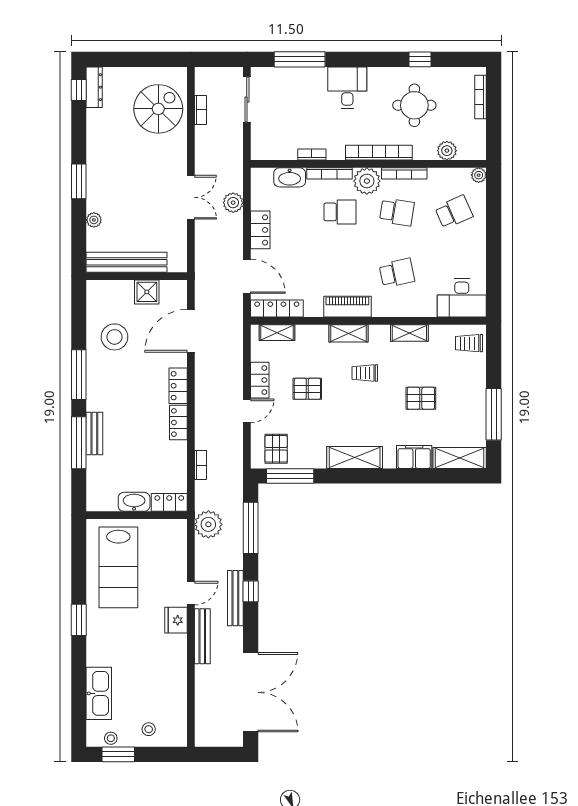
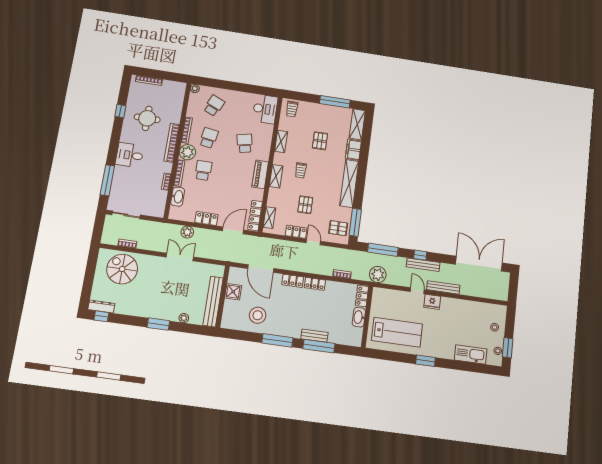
plant: (447, 151) -> (177, 104), removed
school desk: (454, 212) -> (214, 106), turned 48
shelving: (355, 457) -> (349, 183), width x1.47

